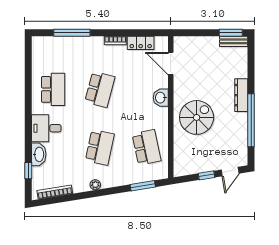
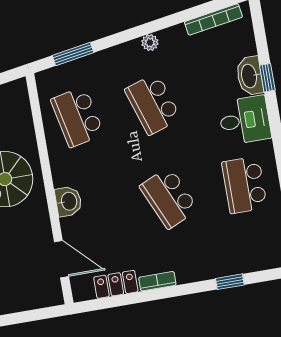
window: (72, 33) -> (230, 282), width x0.46
school desk: (100, 89) -> (169, 198), turned -39
school desk: (100, 147) -> (153, 104), turned -30
window: (28, 171) -> (267, 78), moved

